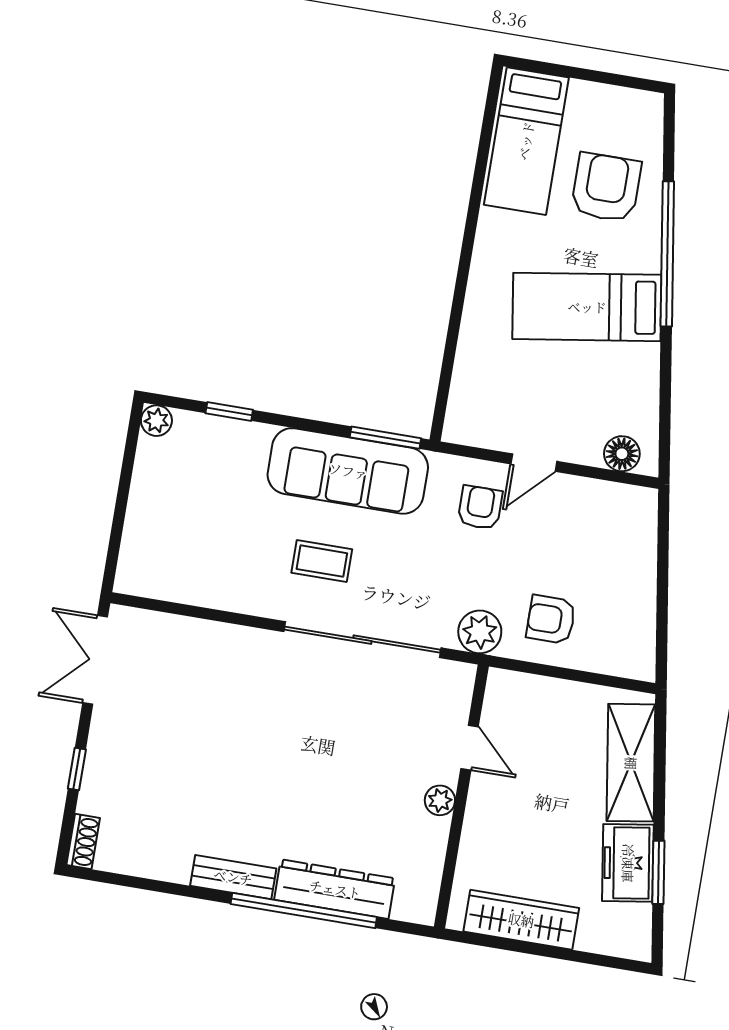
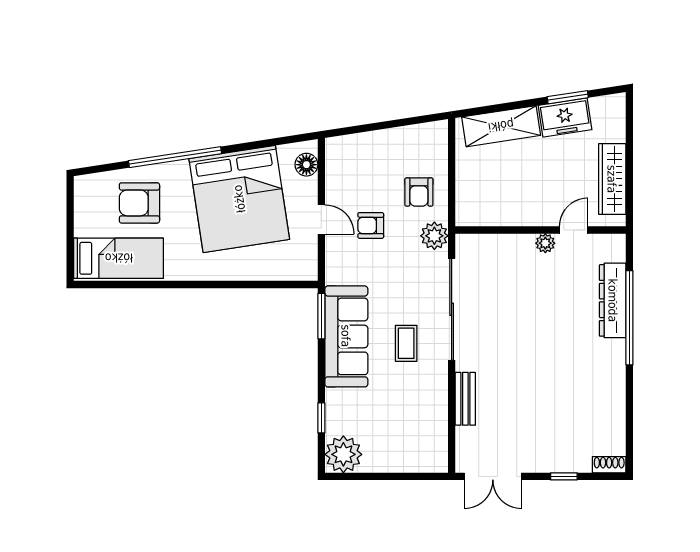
bed: (587, 307) -> (239, 199), width x2.04
plant: (156, 421) -> (343, 454), width x1.87, depth x1.87
armchair: (480, 508) -> (371, 225), moved
door: (470, 748) -> (574, 230), moved
bench: (233, 877) -> (465, 399), moved

